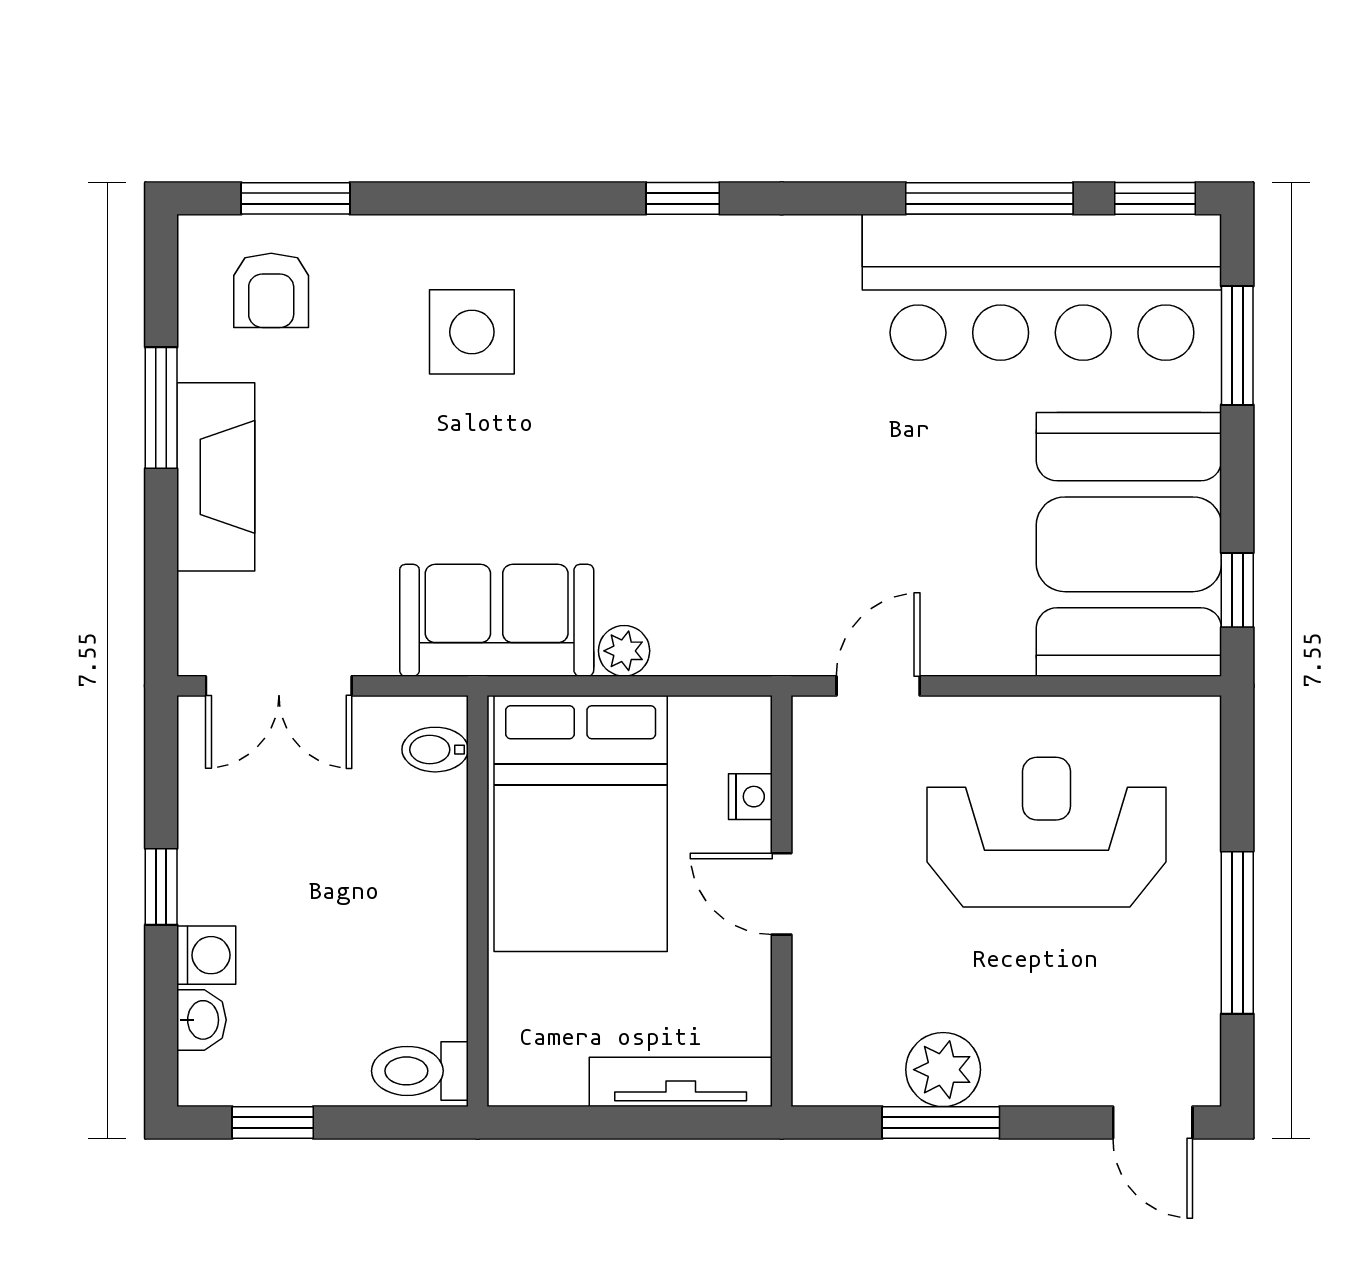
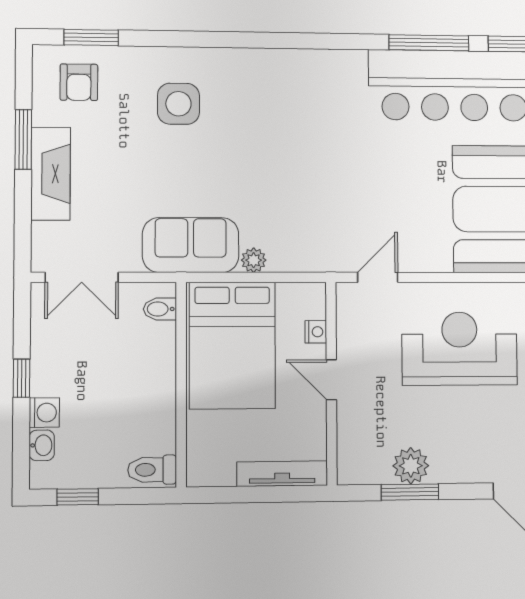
window: (683, 198) -> (282, 40), removed

